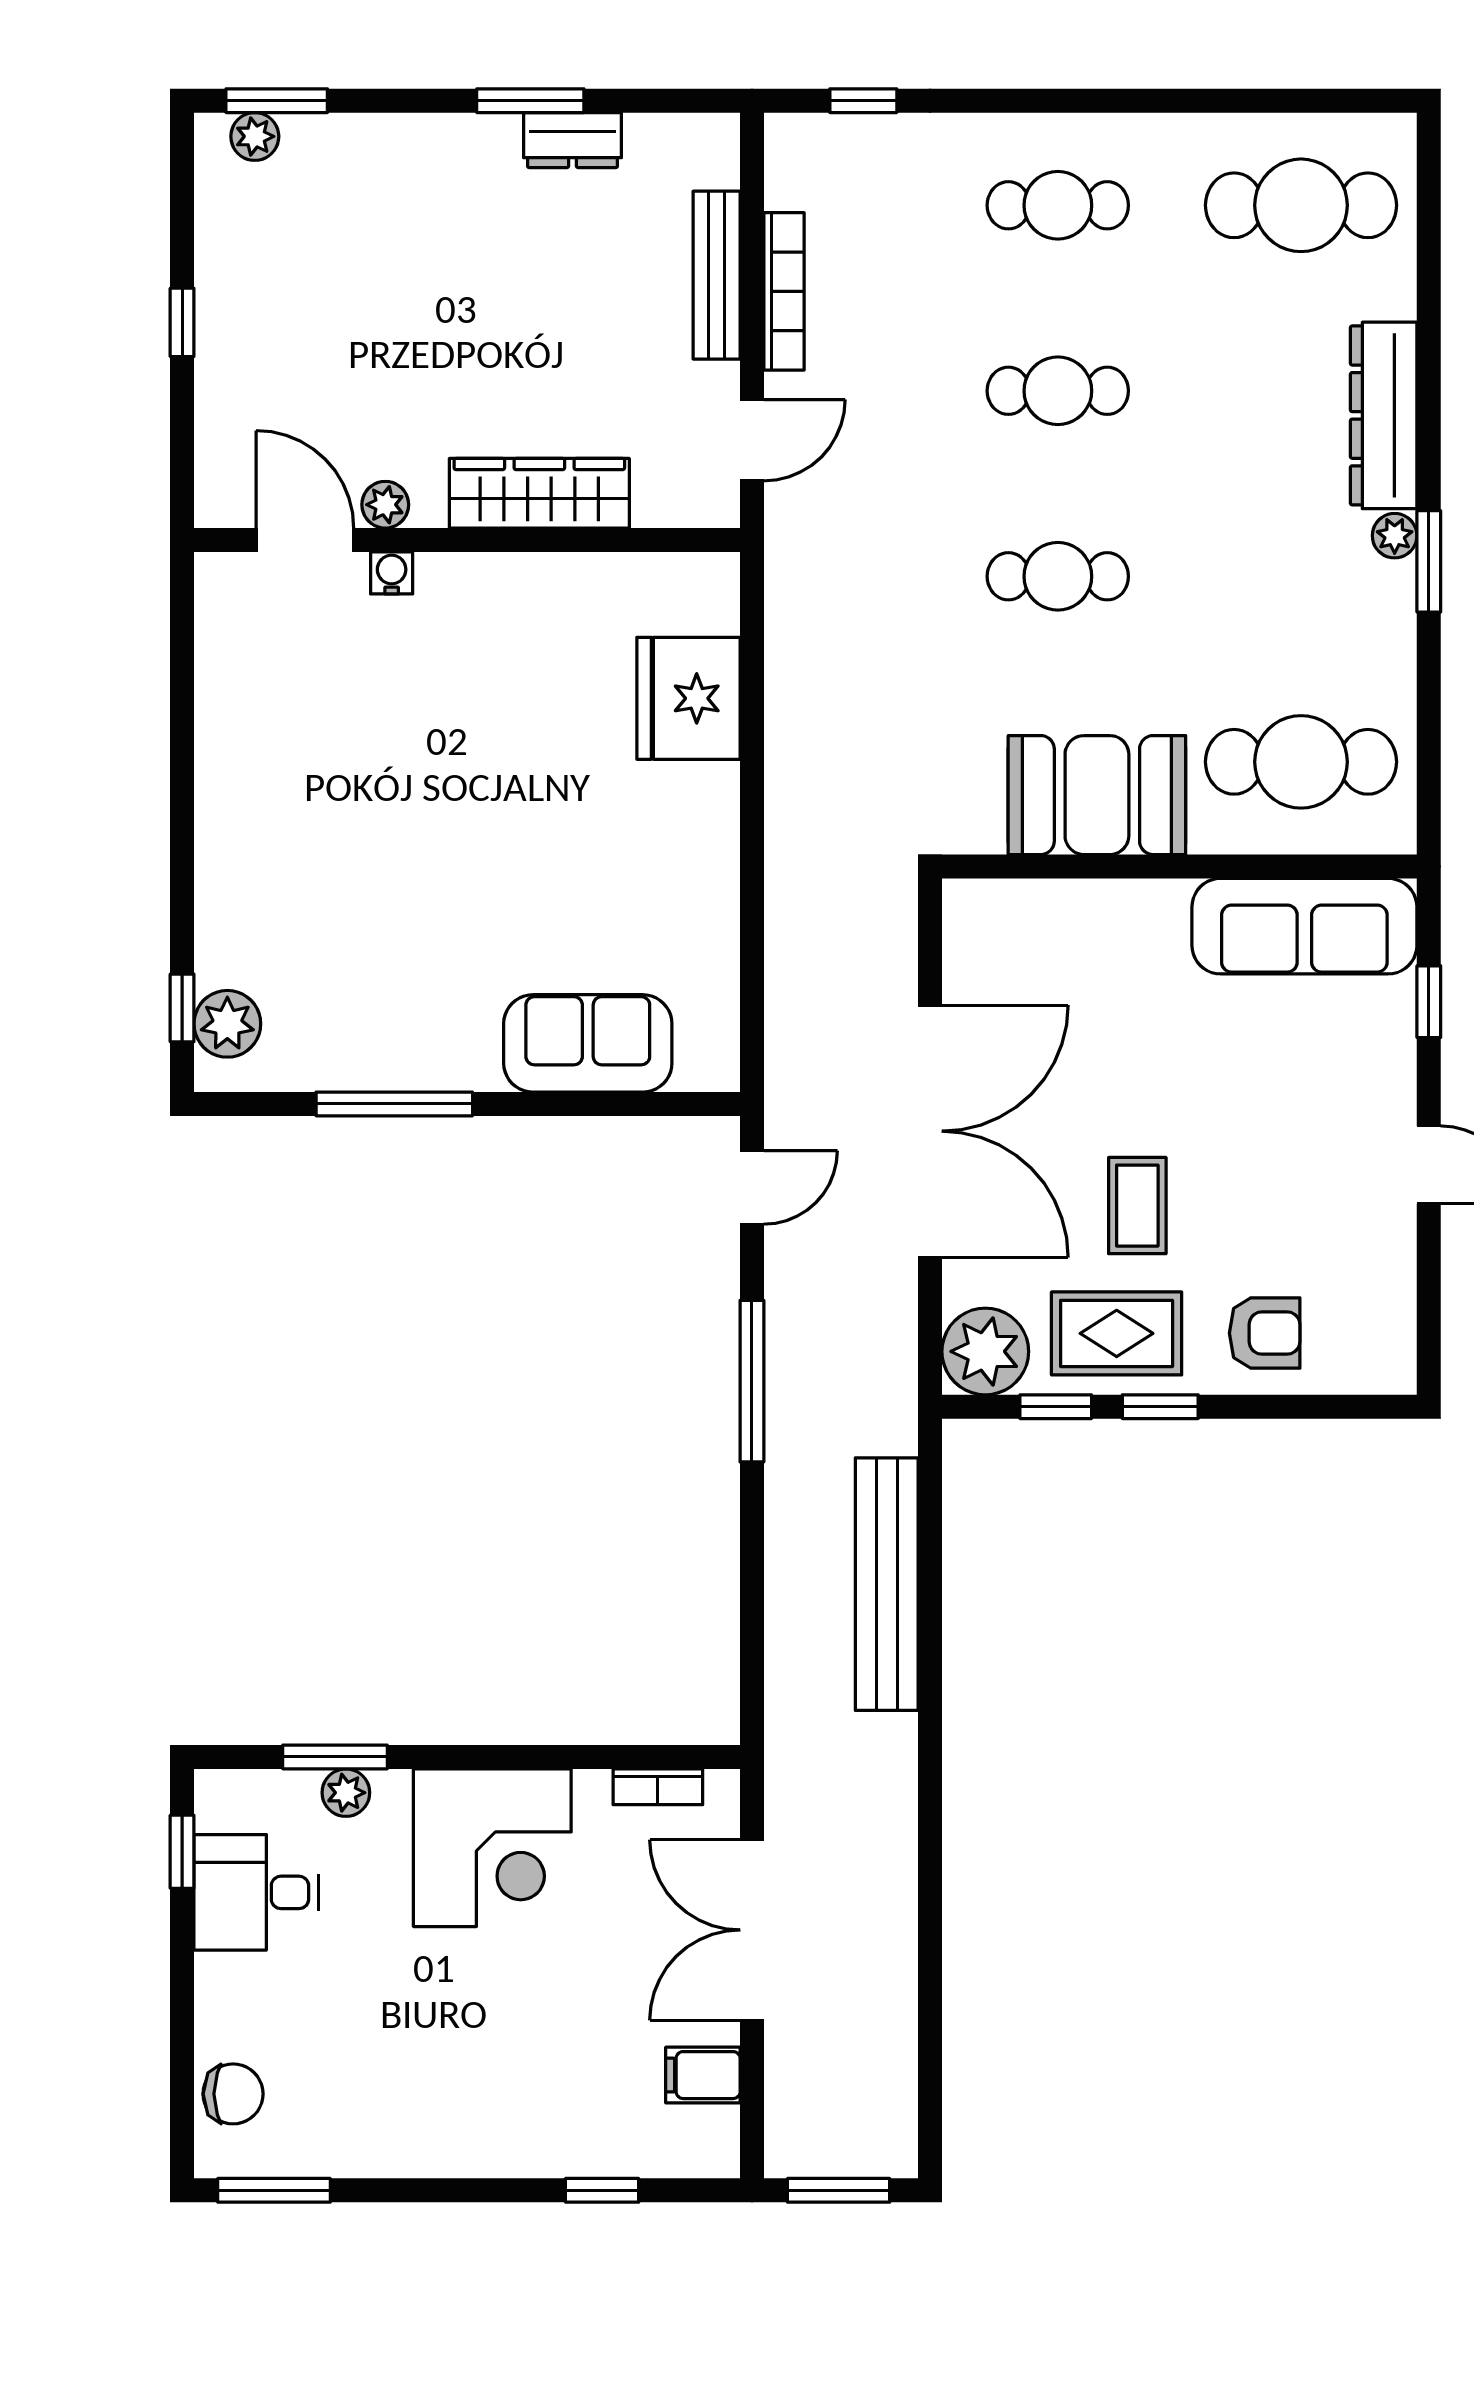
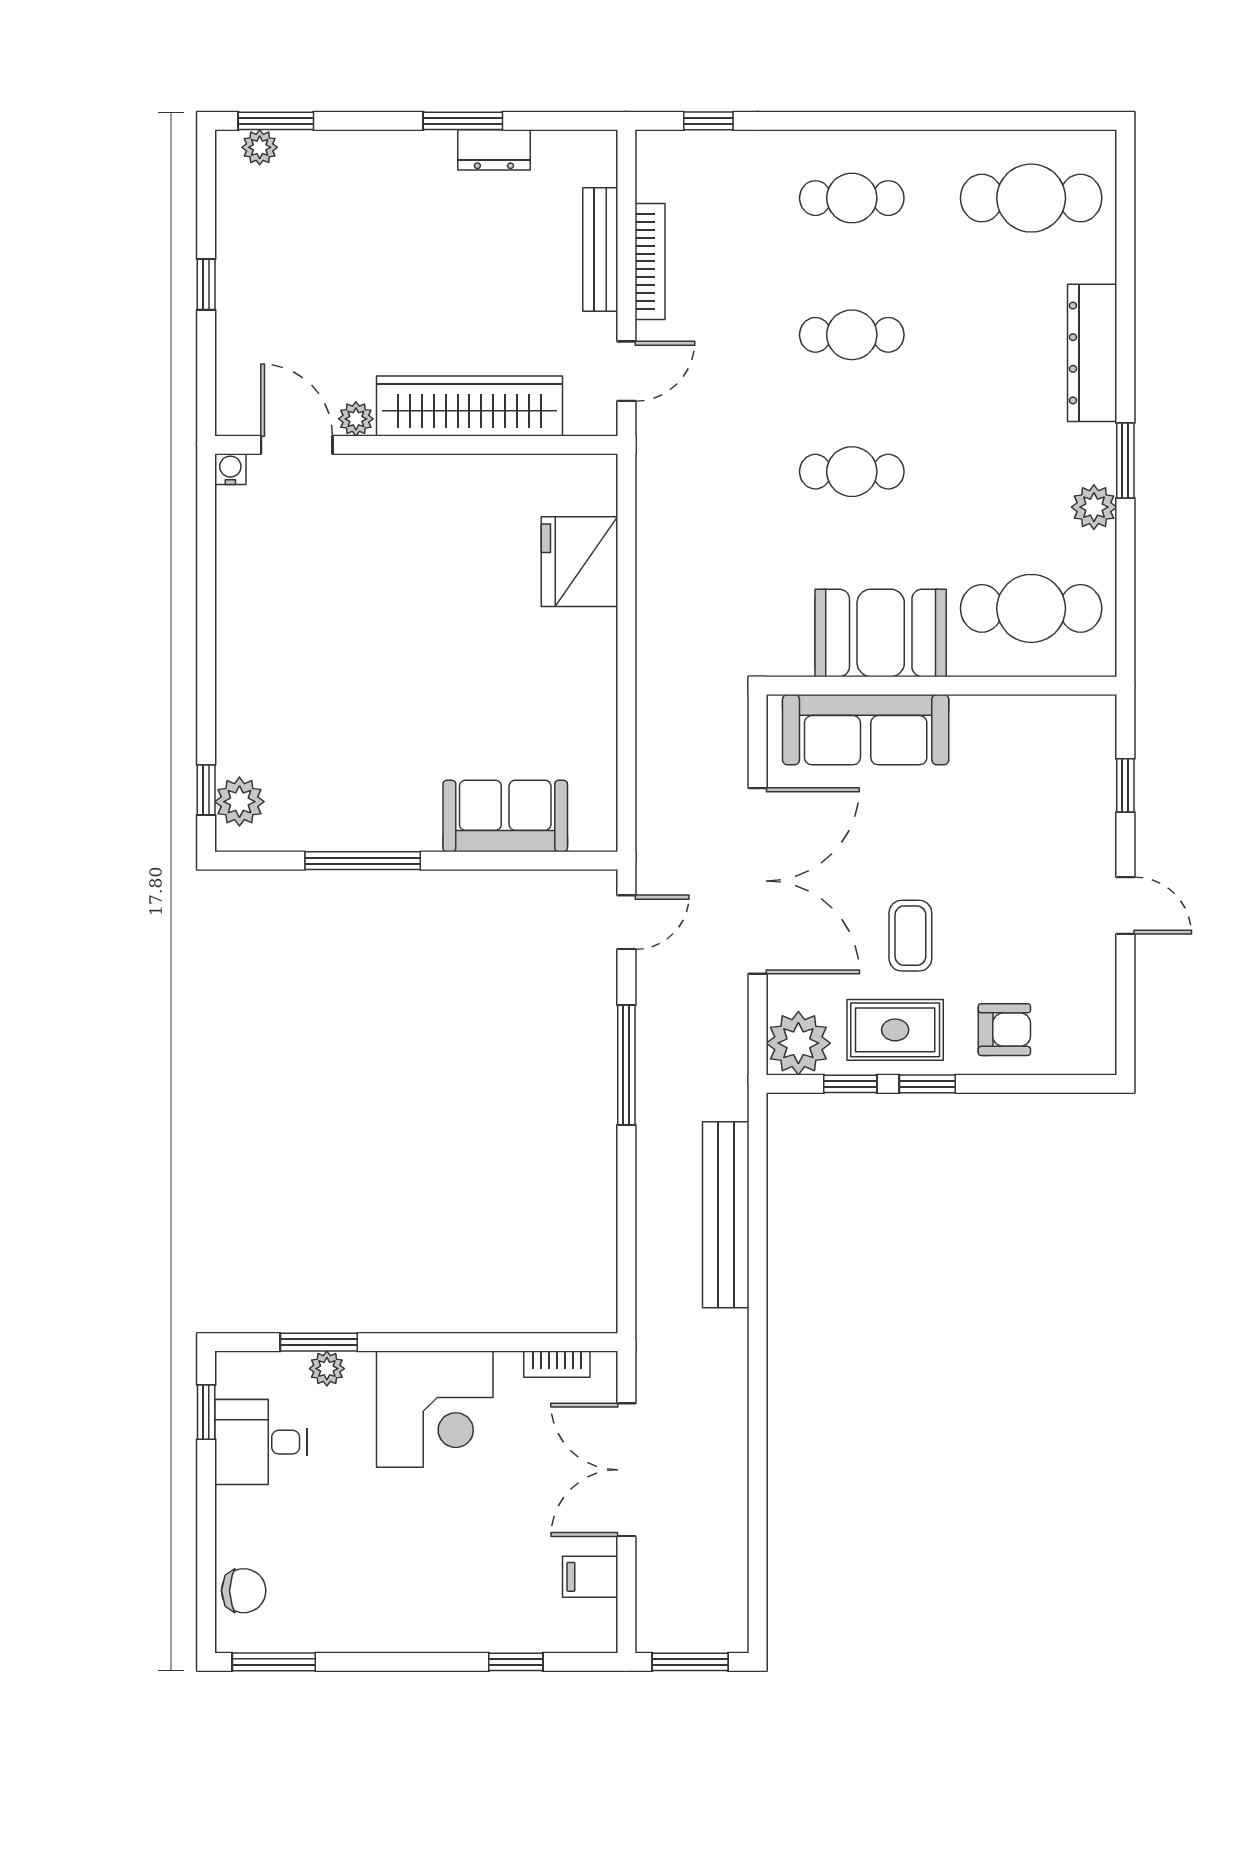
wardrobe: (539, 493) -> (469, 406), width x1.40, depth x1.17
plant: (1395, 536) -> (1094, 507), moved, width x1.38, depth x1.38
water cooler: (392, 573) -> (230, 469), moved
sofa: (1304, 926) -> (866, 730), moved

